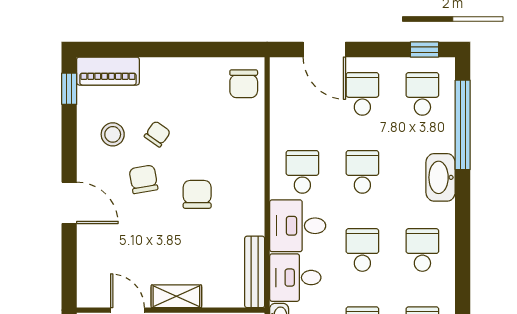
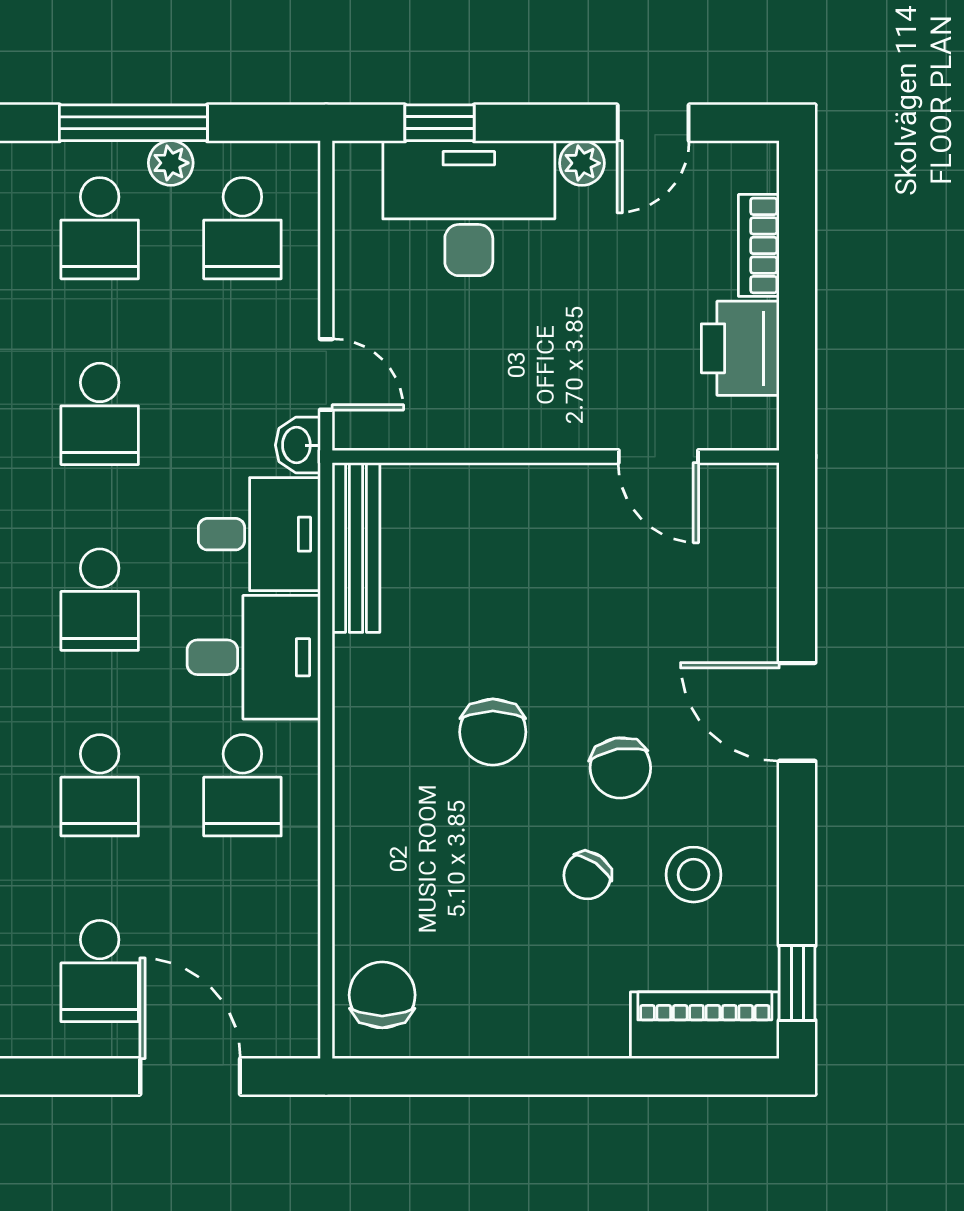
shelving: (176, 296) -> (542, 489), removed

